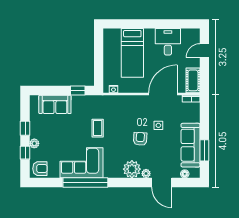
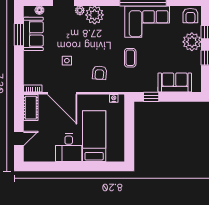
desk: (168, 42) -> (69, 148), moved
door: (163, 94) -> (62, 93), hinge flipped
armchair: (140, 139) -> (99, 73), moved
plant: (34, 143) -> (192, 42), width x1.87, depth x1.87
sofa: (190, 145) -> (33, 34), width x0.73
armchair: (40, 169) -> (190, 16), turned -90

